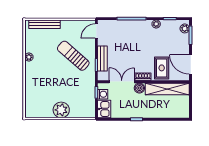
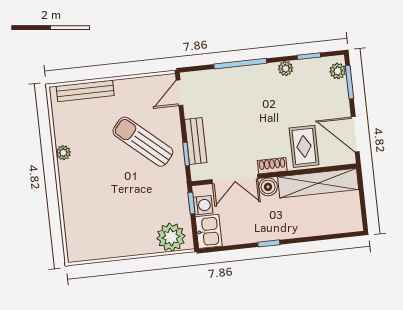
double door: (122, 82) -> (235, 179), swing flipped
plant: (61, 110) -> (171, 237), moved

